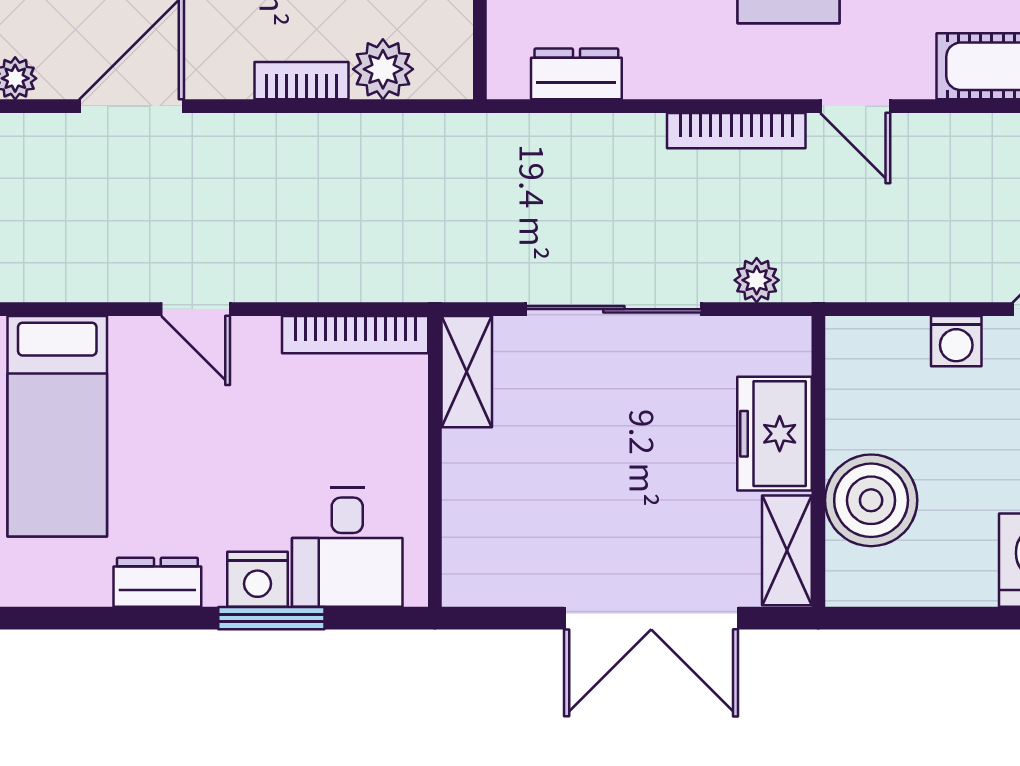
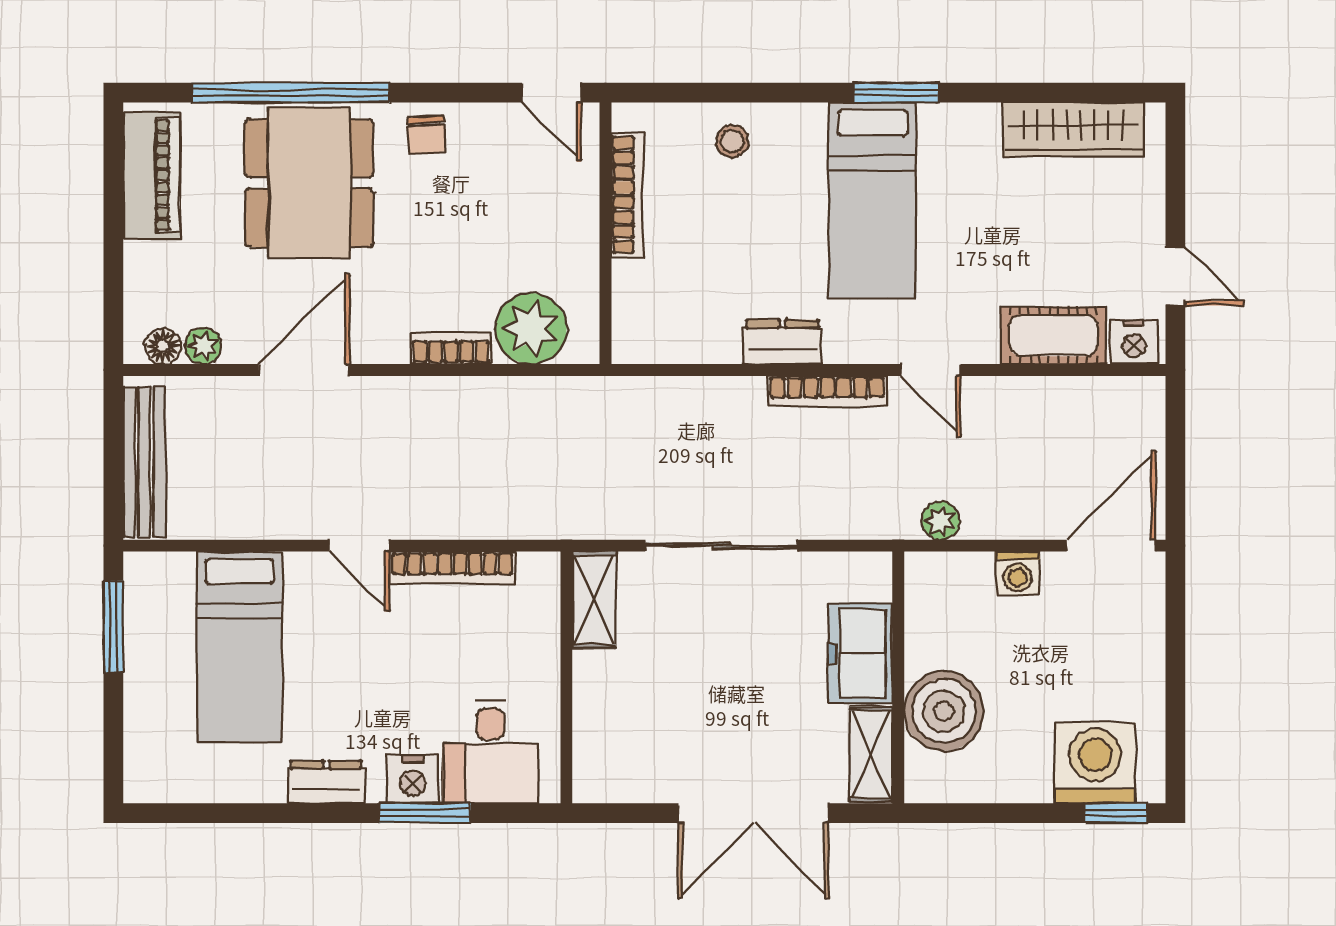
plant: (383, 69) -> (531, 328), width x1.36, depth x1.36
dresser: (576, 74) -> (782, 342), moved
plant: (757, 280) -> (940, 521), moved
bookcase: (355, 335) -> (452, 568), moved

